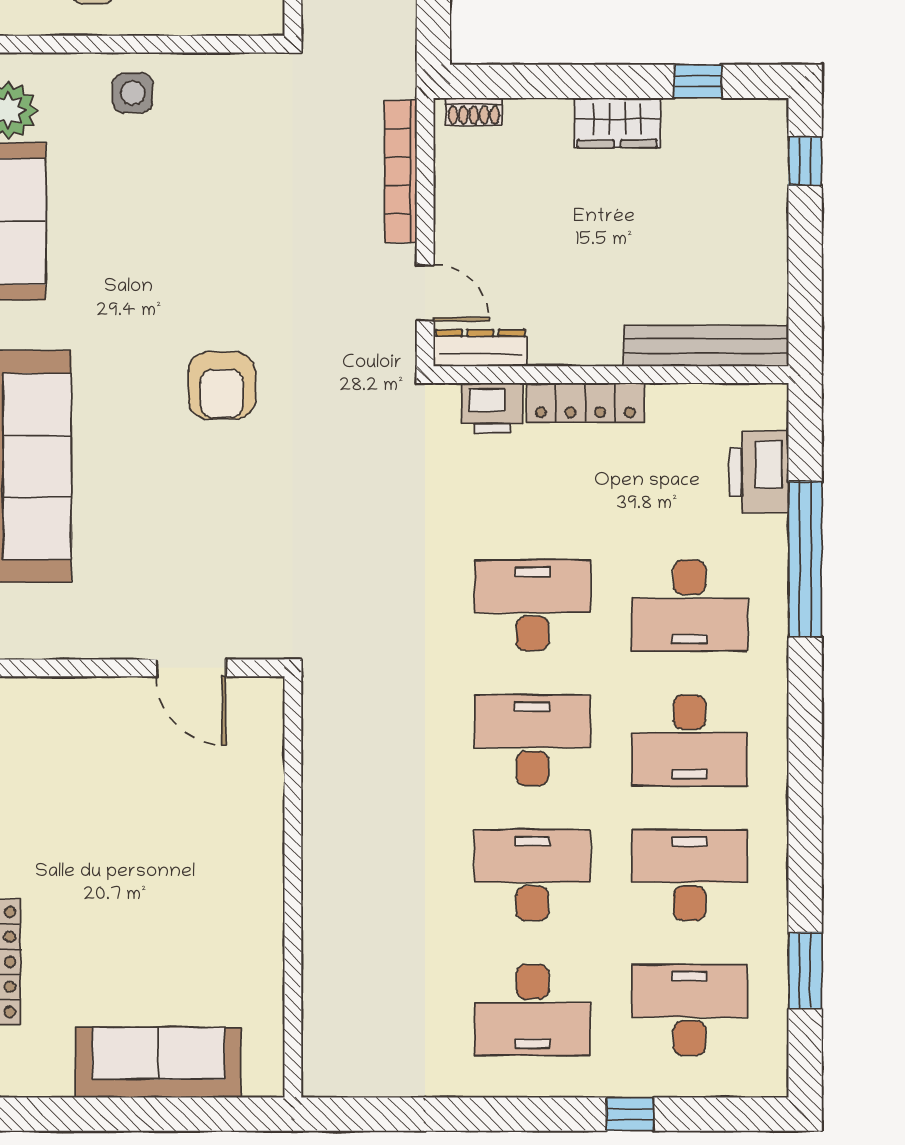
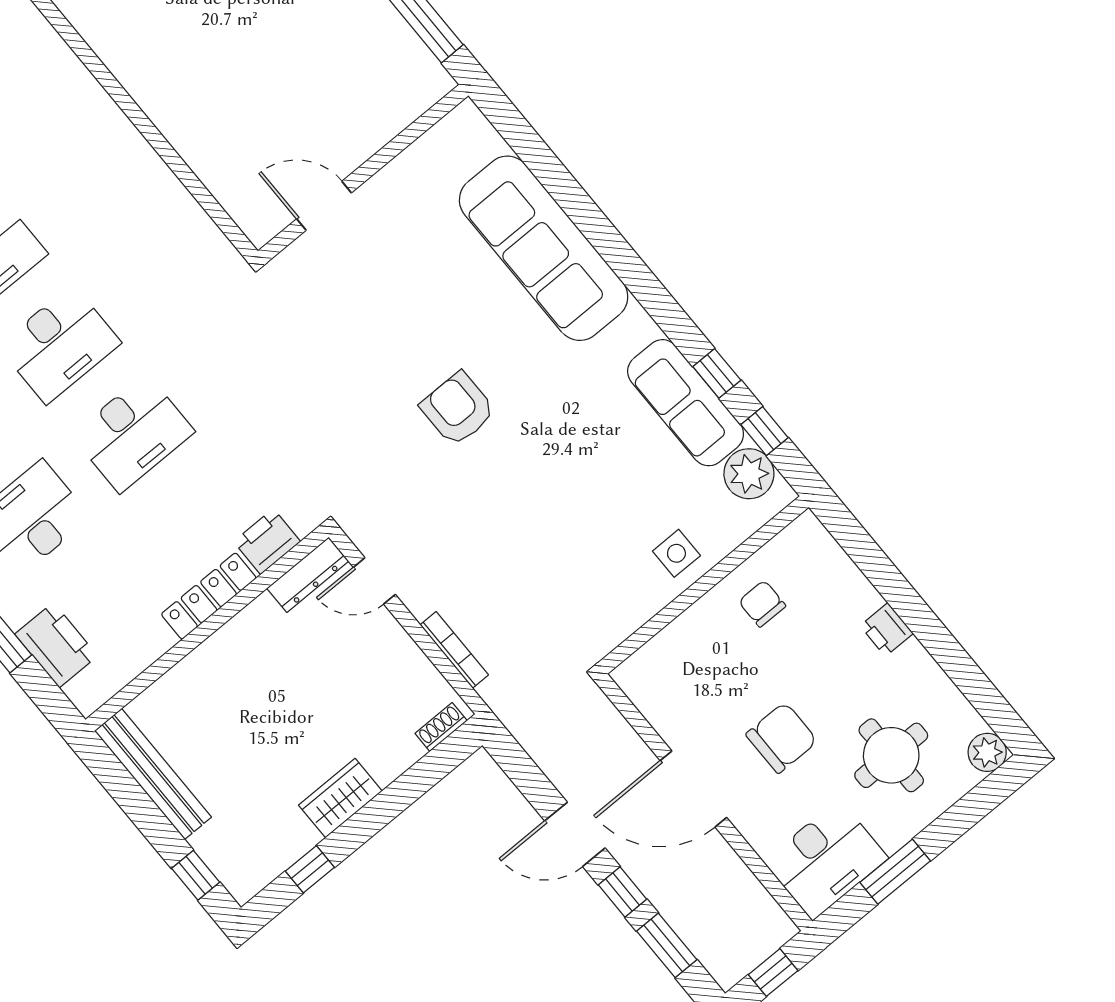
bookcase: (401, 171) -> (454, 650), width x0.68, depth x0.76
bench: (706, 346) -> (153, 774), moved, turned 90

